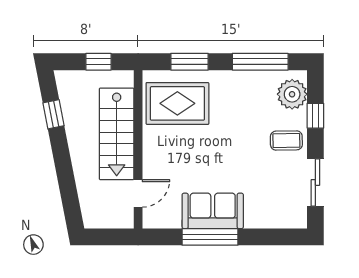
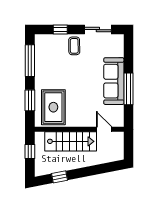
plant: (292, 94) -> (48, 43), removed
sofa: (213, 211) -> (114, 81), width x1.36

